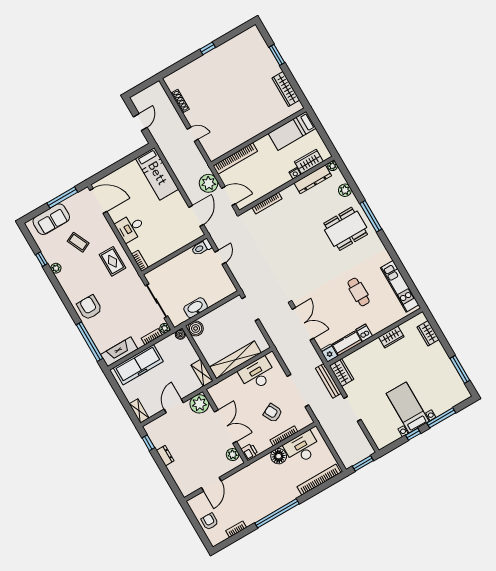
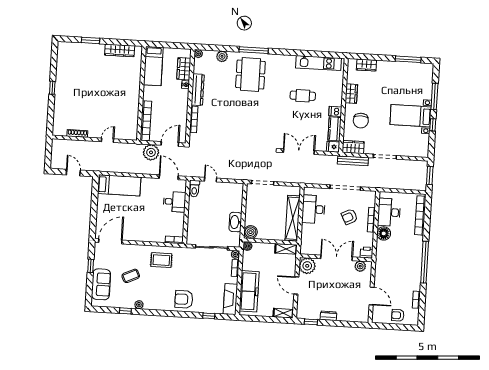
dresser: (313, 179) -> (198, 90), moved
window: (62, 198) -> (91, 266), width x0.46
desk: (130, 228) -> (174, 202), moved, turned -90
window: (89, 342) -> (209, 316), width x0.32
chair: (372, 363) -> (361, 121), added

